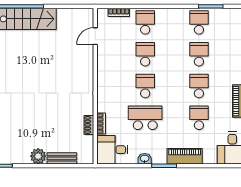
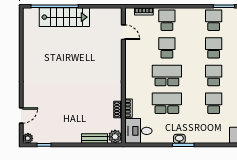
door: (95, 36) -> (123, 32), swing flipped
school desk: (145, 86) -> (167, 76), width x1.85
plant: (38, 156) -> (115, 137), moved
piano: (185, 156) -> (201, 137), removed
washbasin: (145, 159) -> (179, 139), moved

